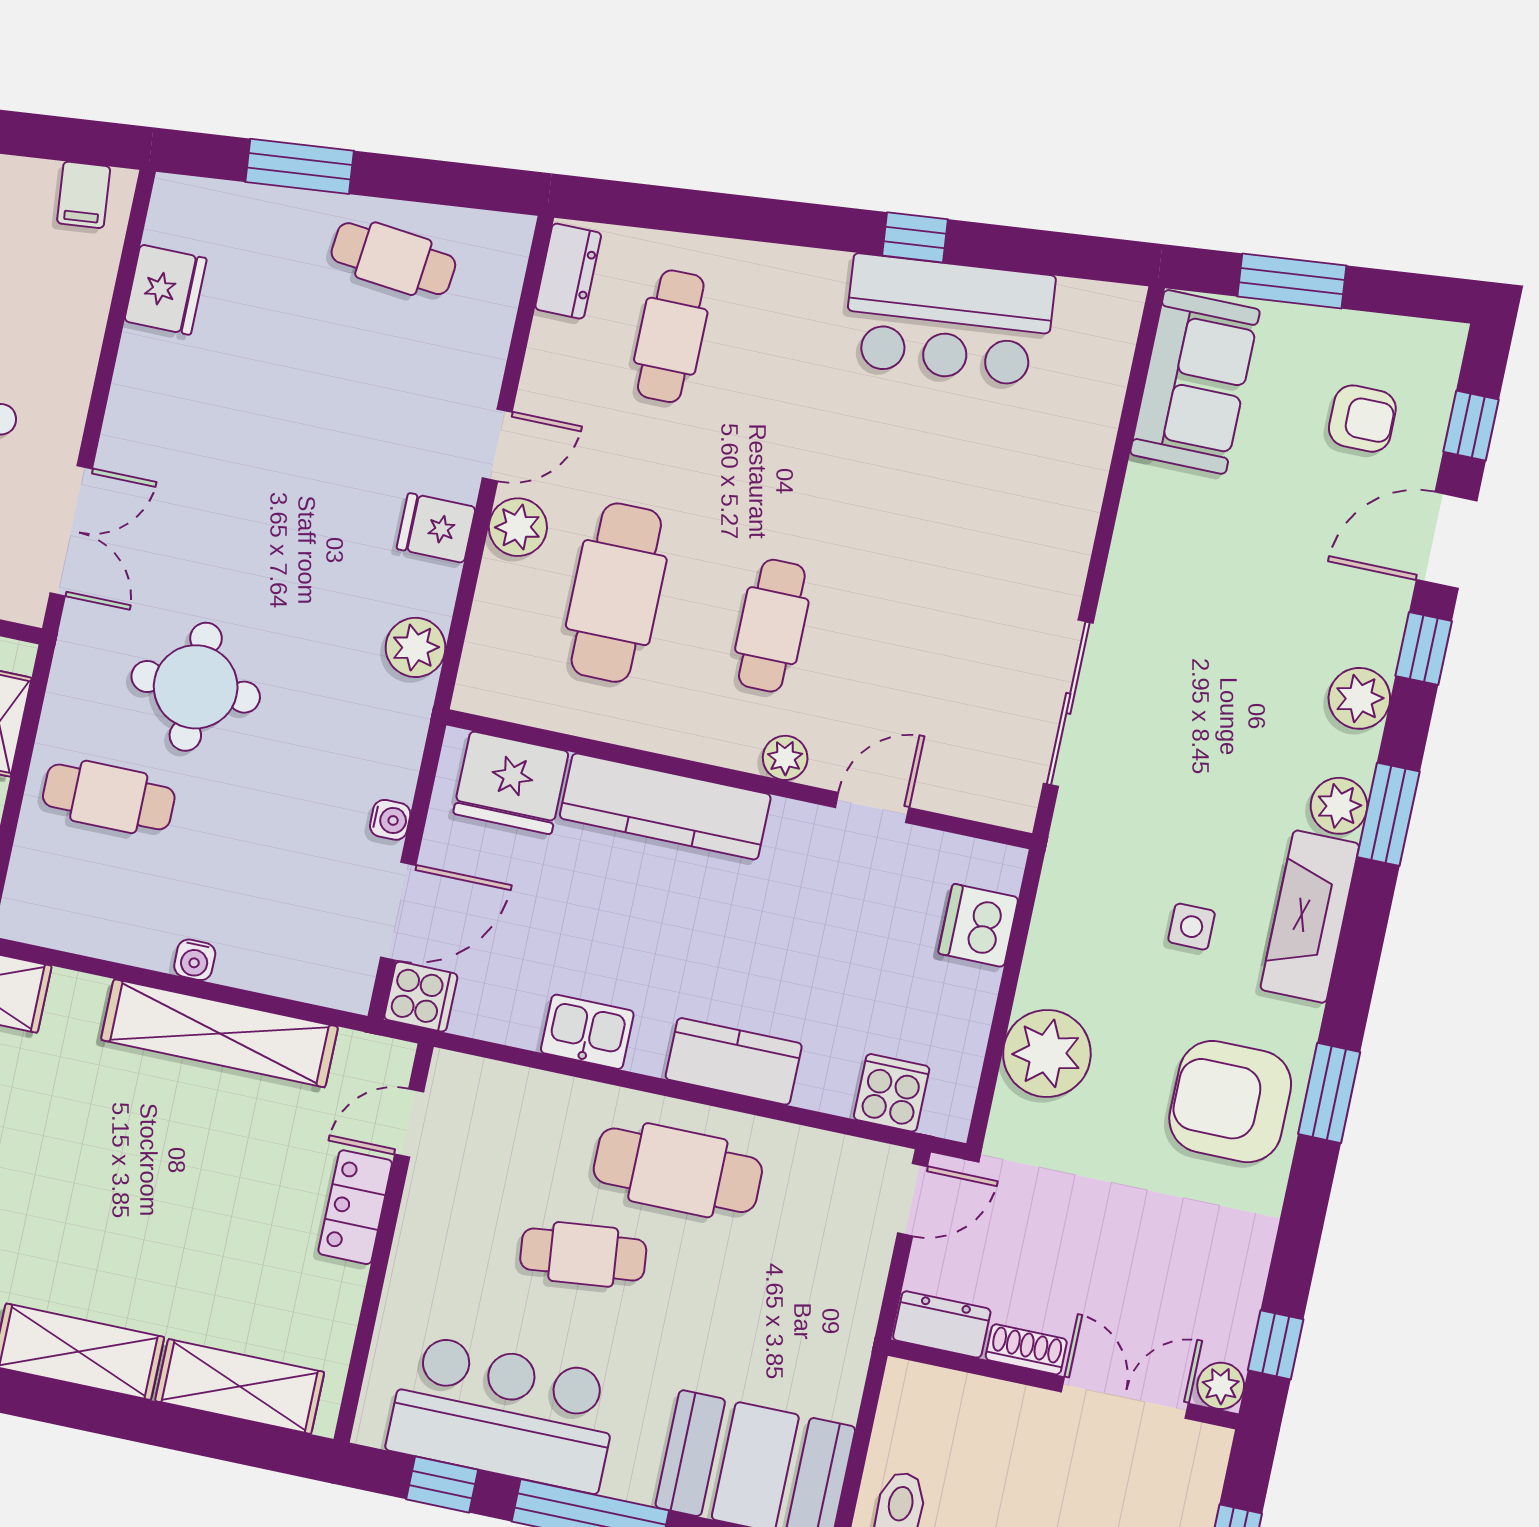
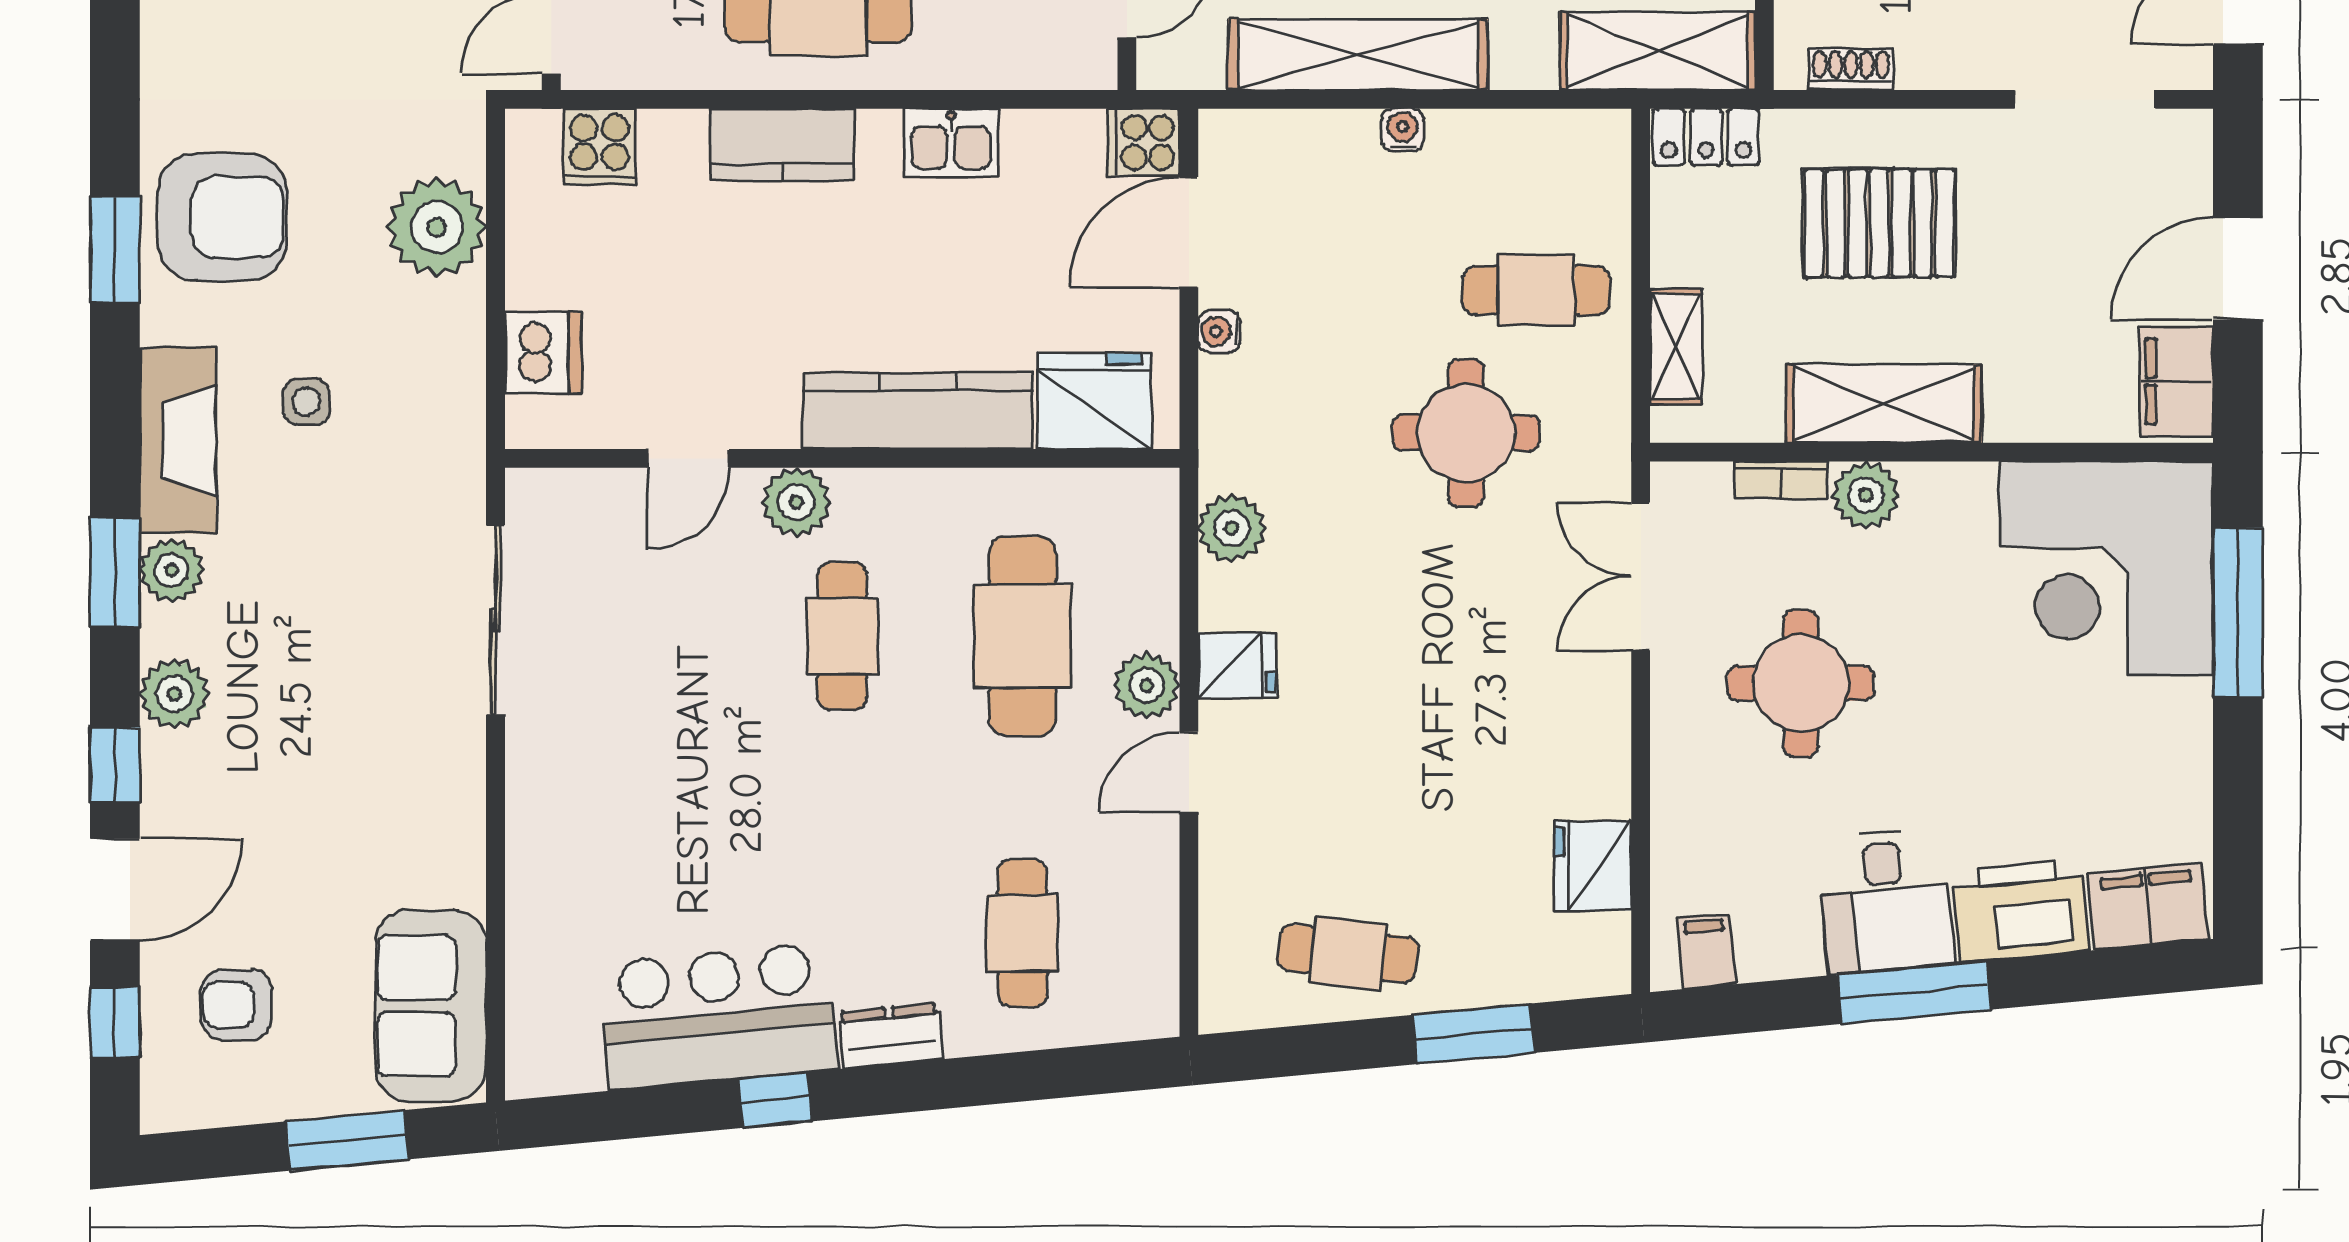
dresser: (568, 271) -> (891, 1036), moved, turned 85
plant: (785, 758) -> (796, 502), width x1.38, depth x1.38

